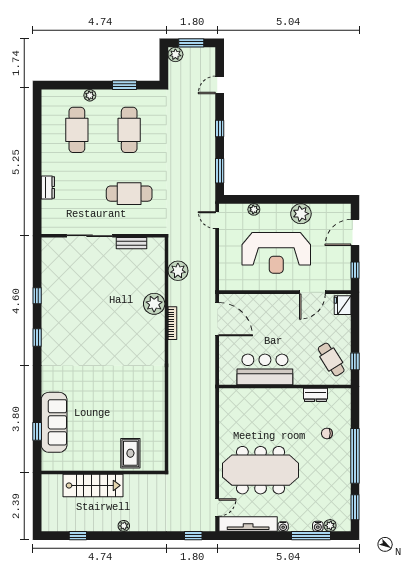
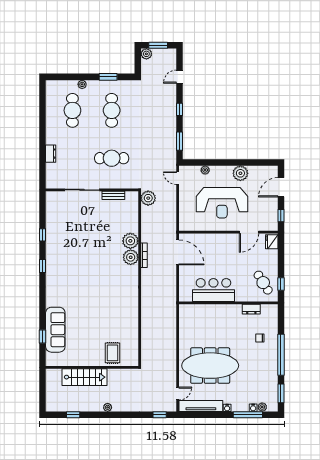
plant: (178, 271) -> (148, 198), moved
plant: (155, 326) -> (131, 257), added

